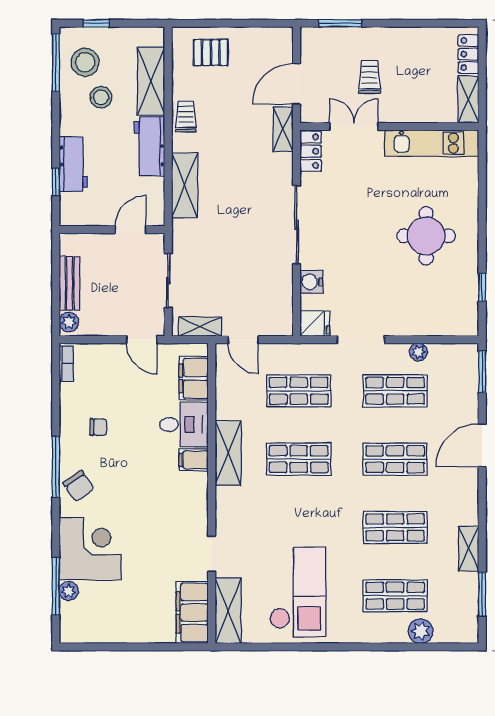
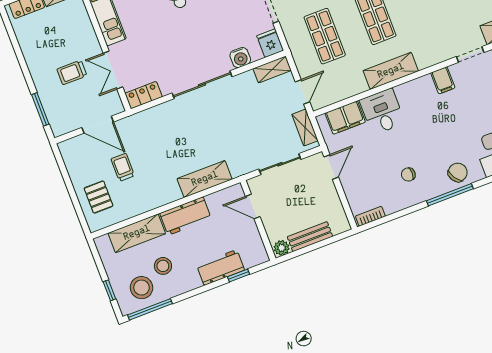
trolley: (186, 116) -> (123, 167), moved, turned 90
shelving: (283, 129) -> (272, 69), moved
plant: (69, 322) -> (282, 248), moved
chair: (98, 427) -> (408, 174), turned -90
filing cabinet: (194, 460) -> (443, 80), moved

